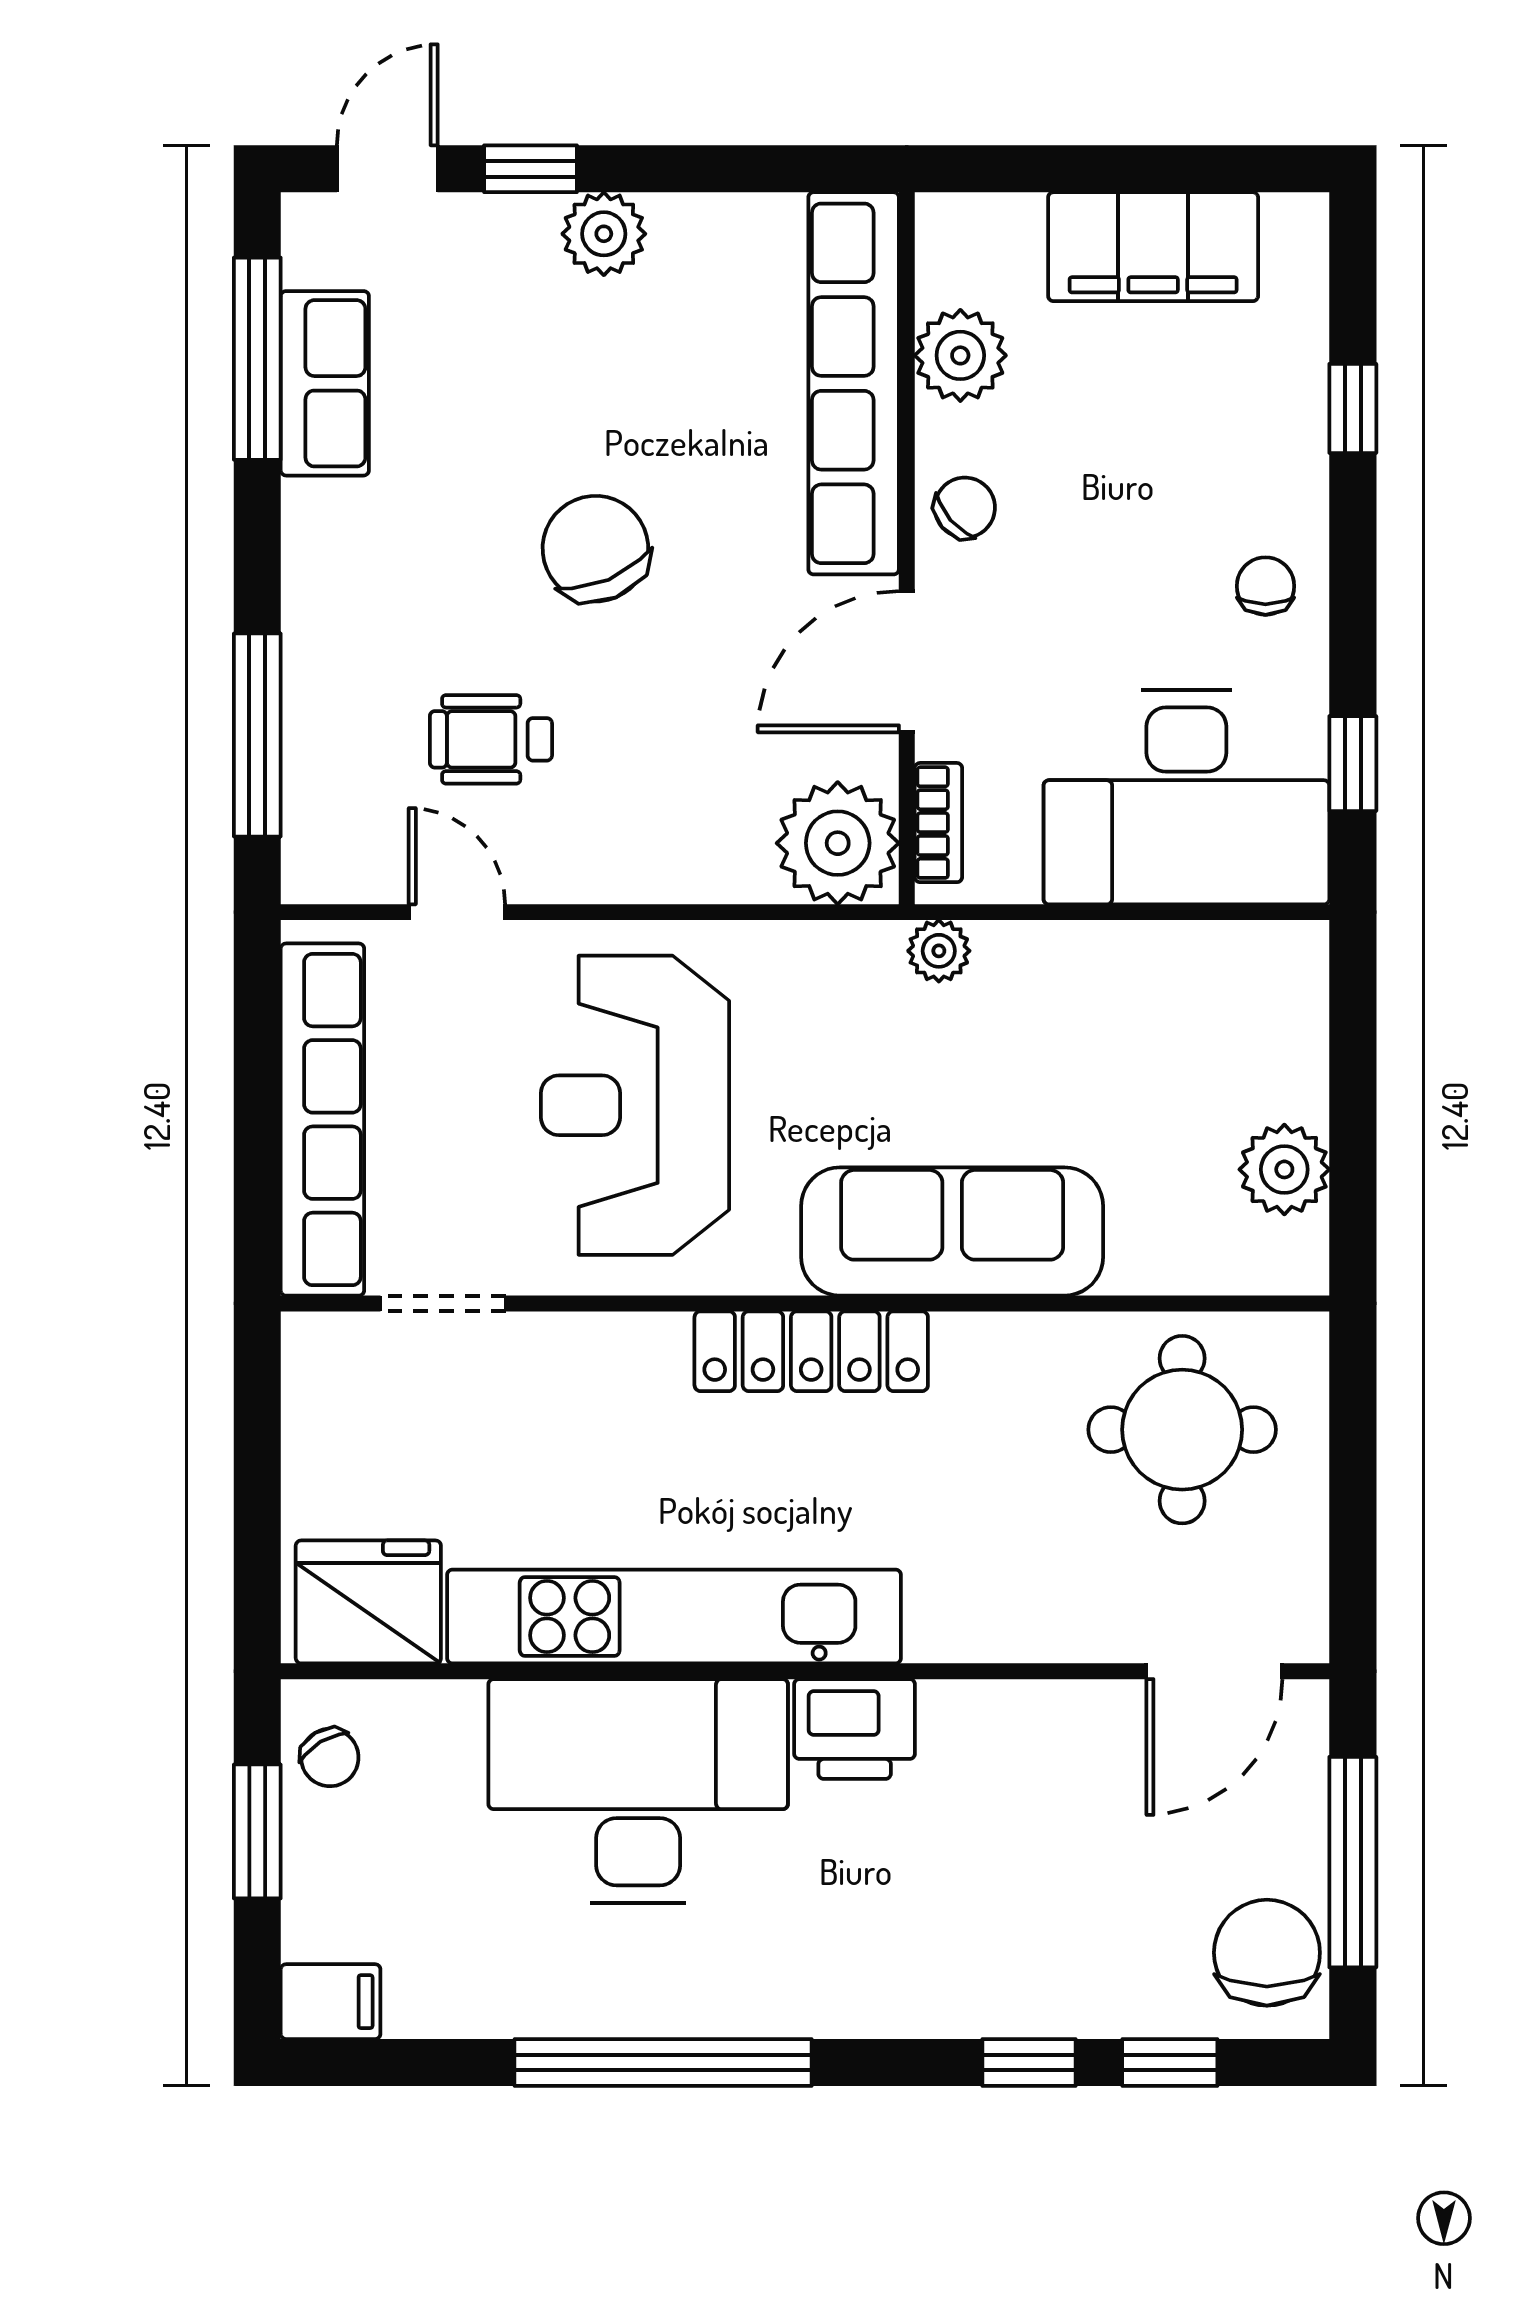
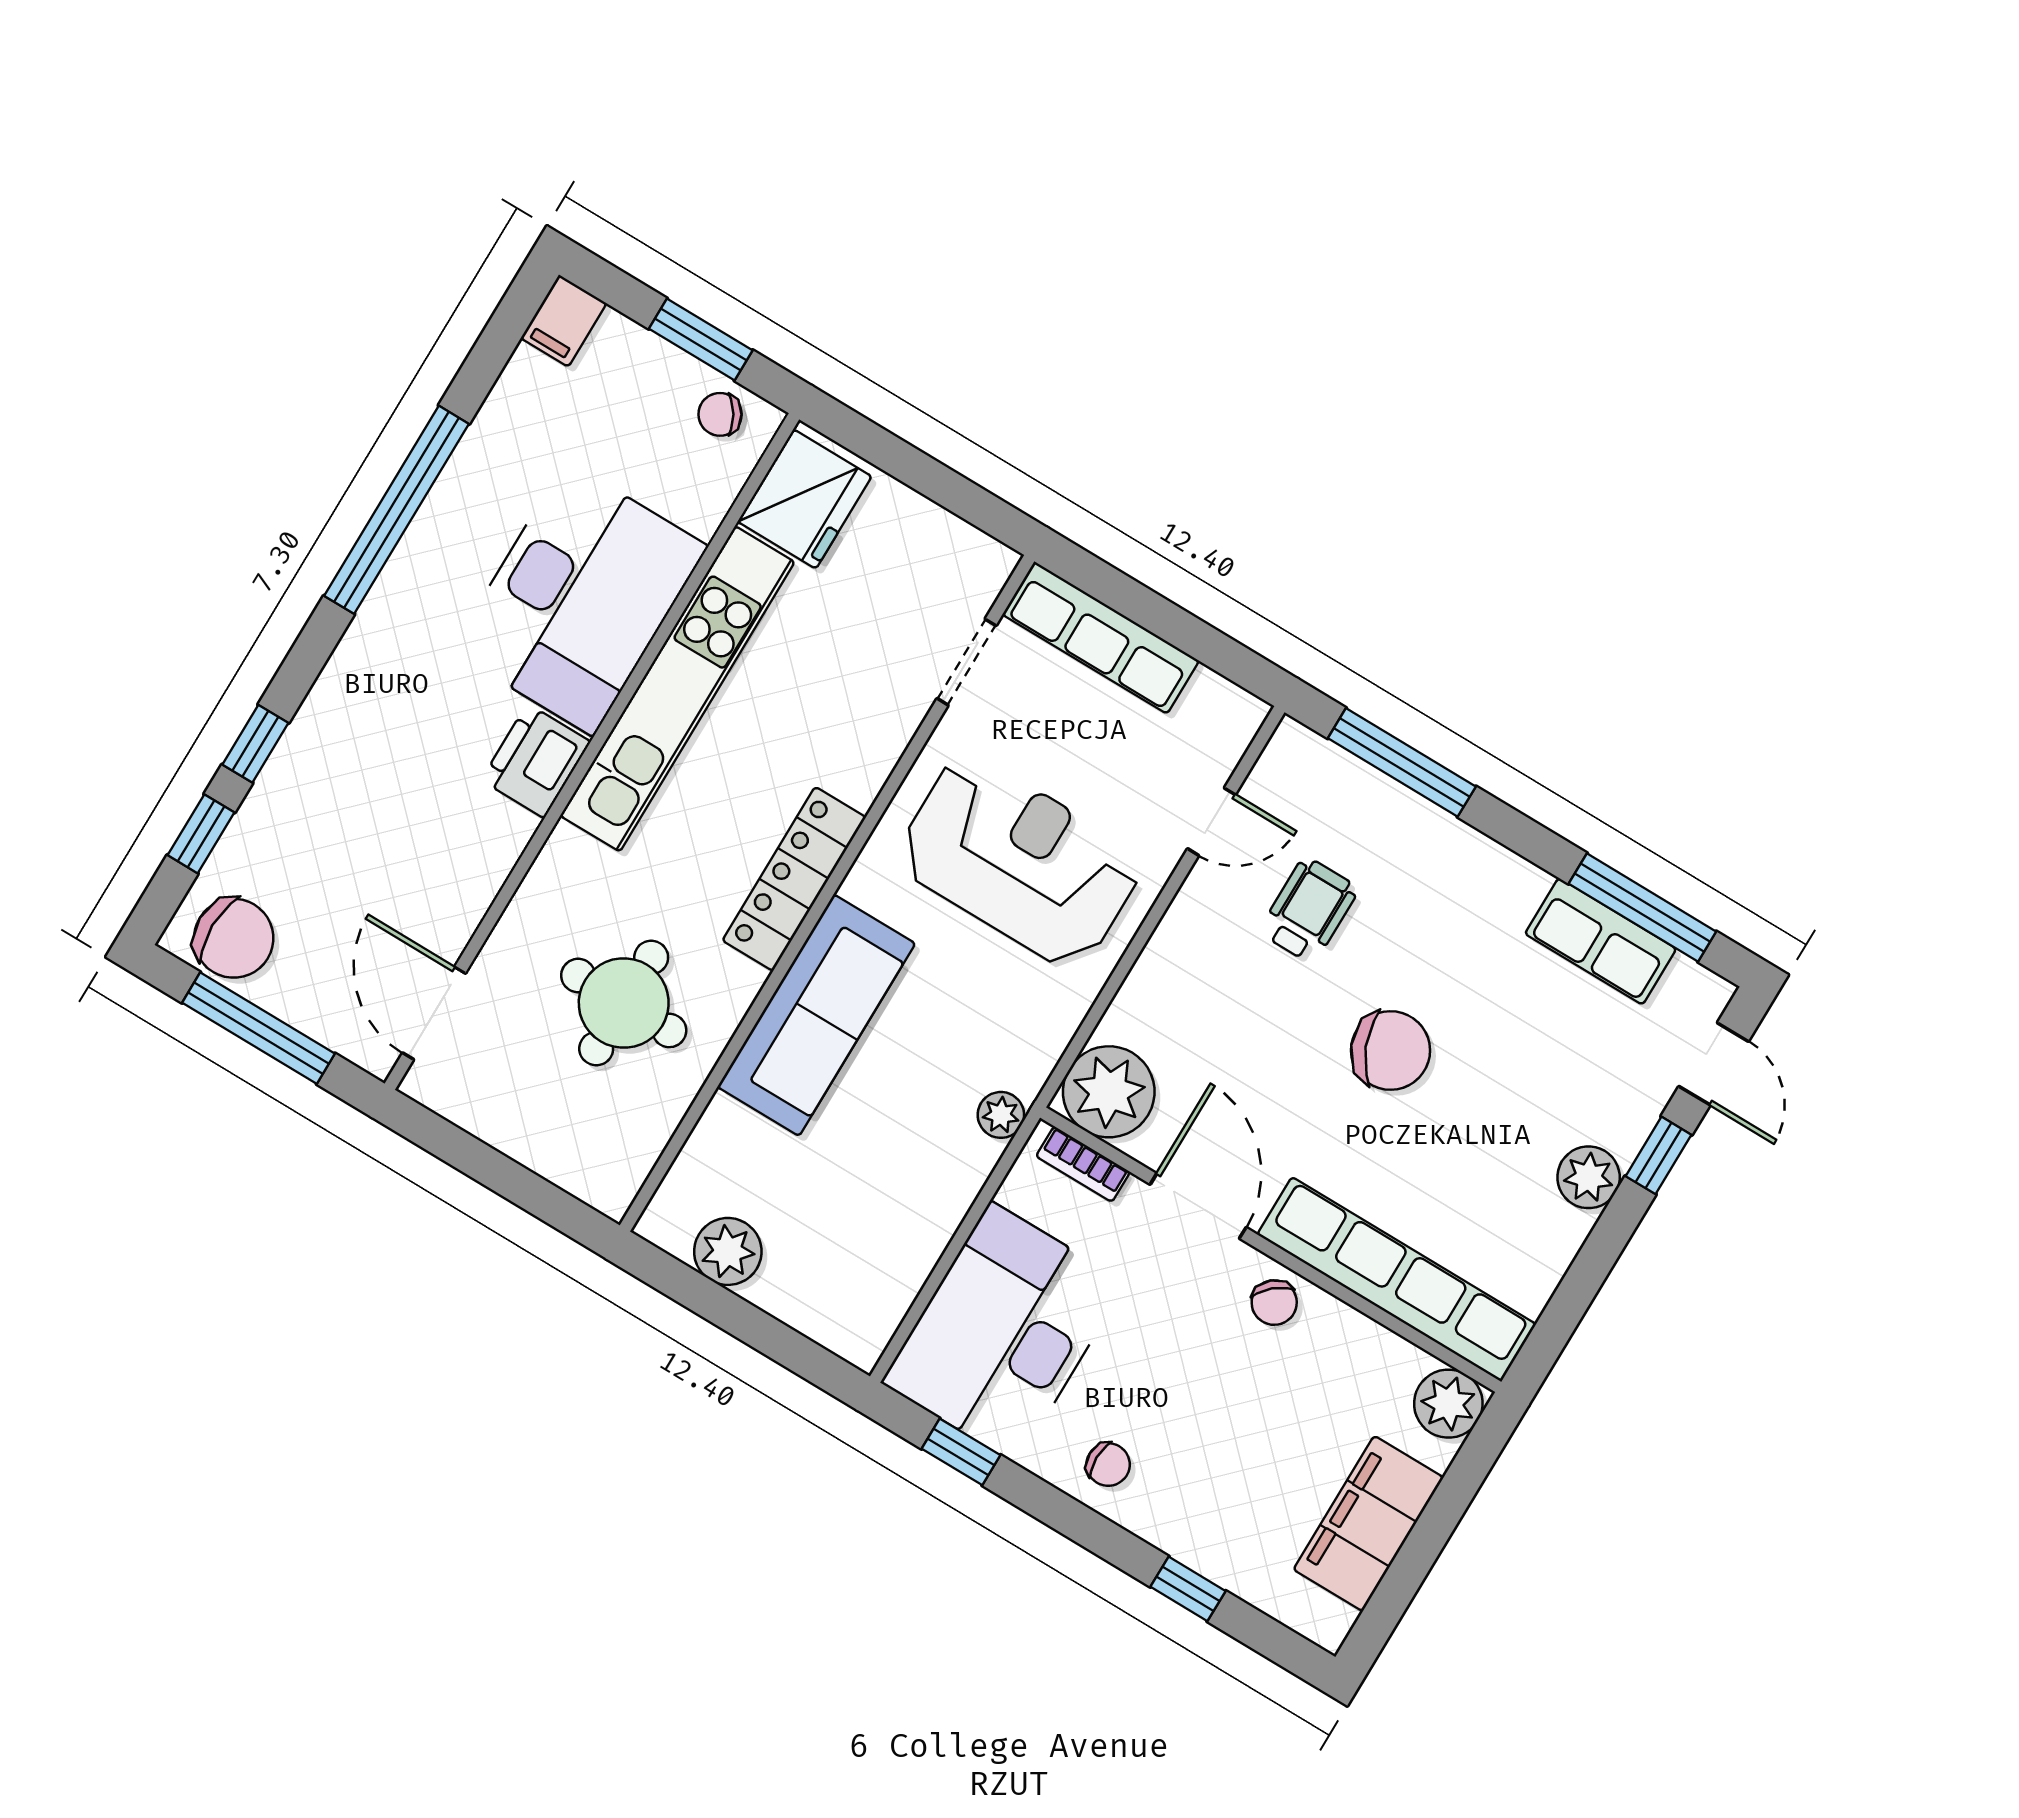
plant: (960, 355) -> (1448, 1404), moved
row of seats: (322, 1120) -> (1101, 638), width x0.73
round table: (1182, 1430) -> (624, 1003), moved

